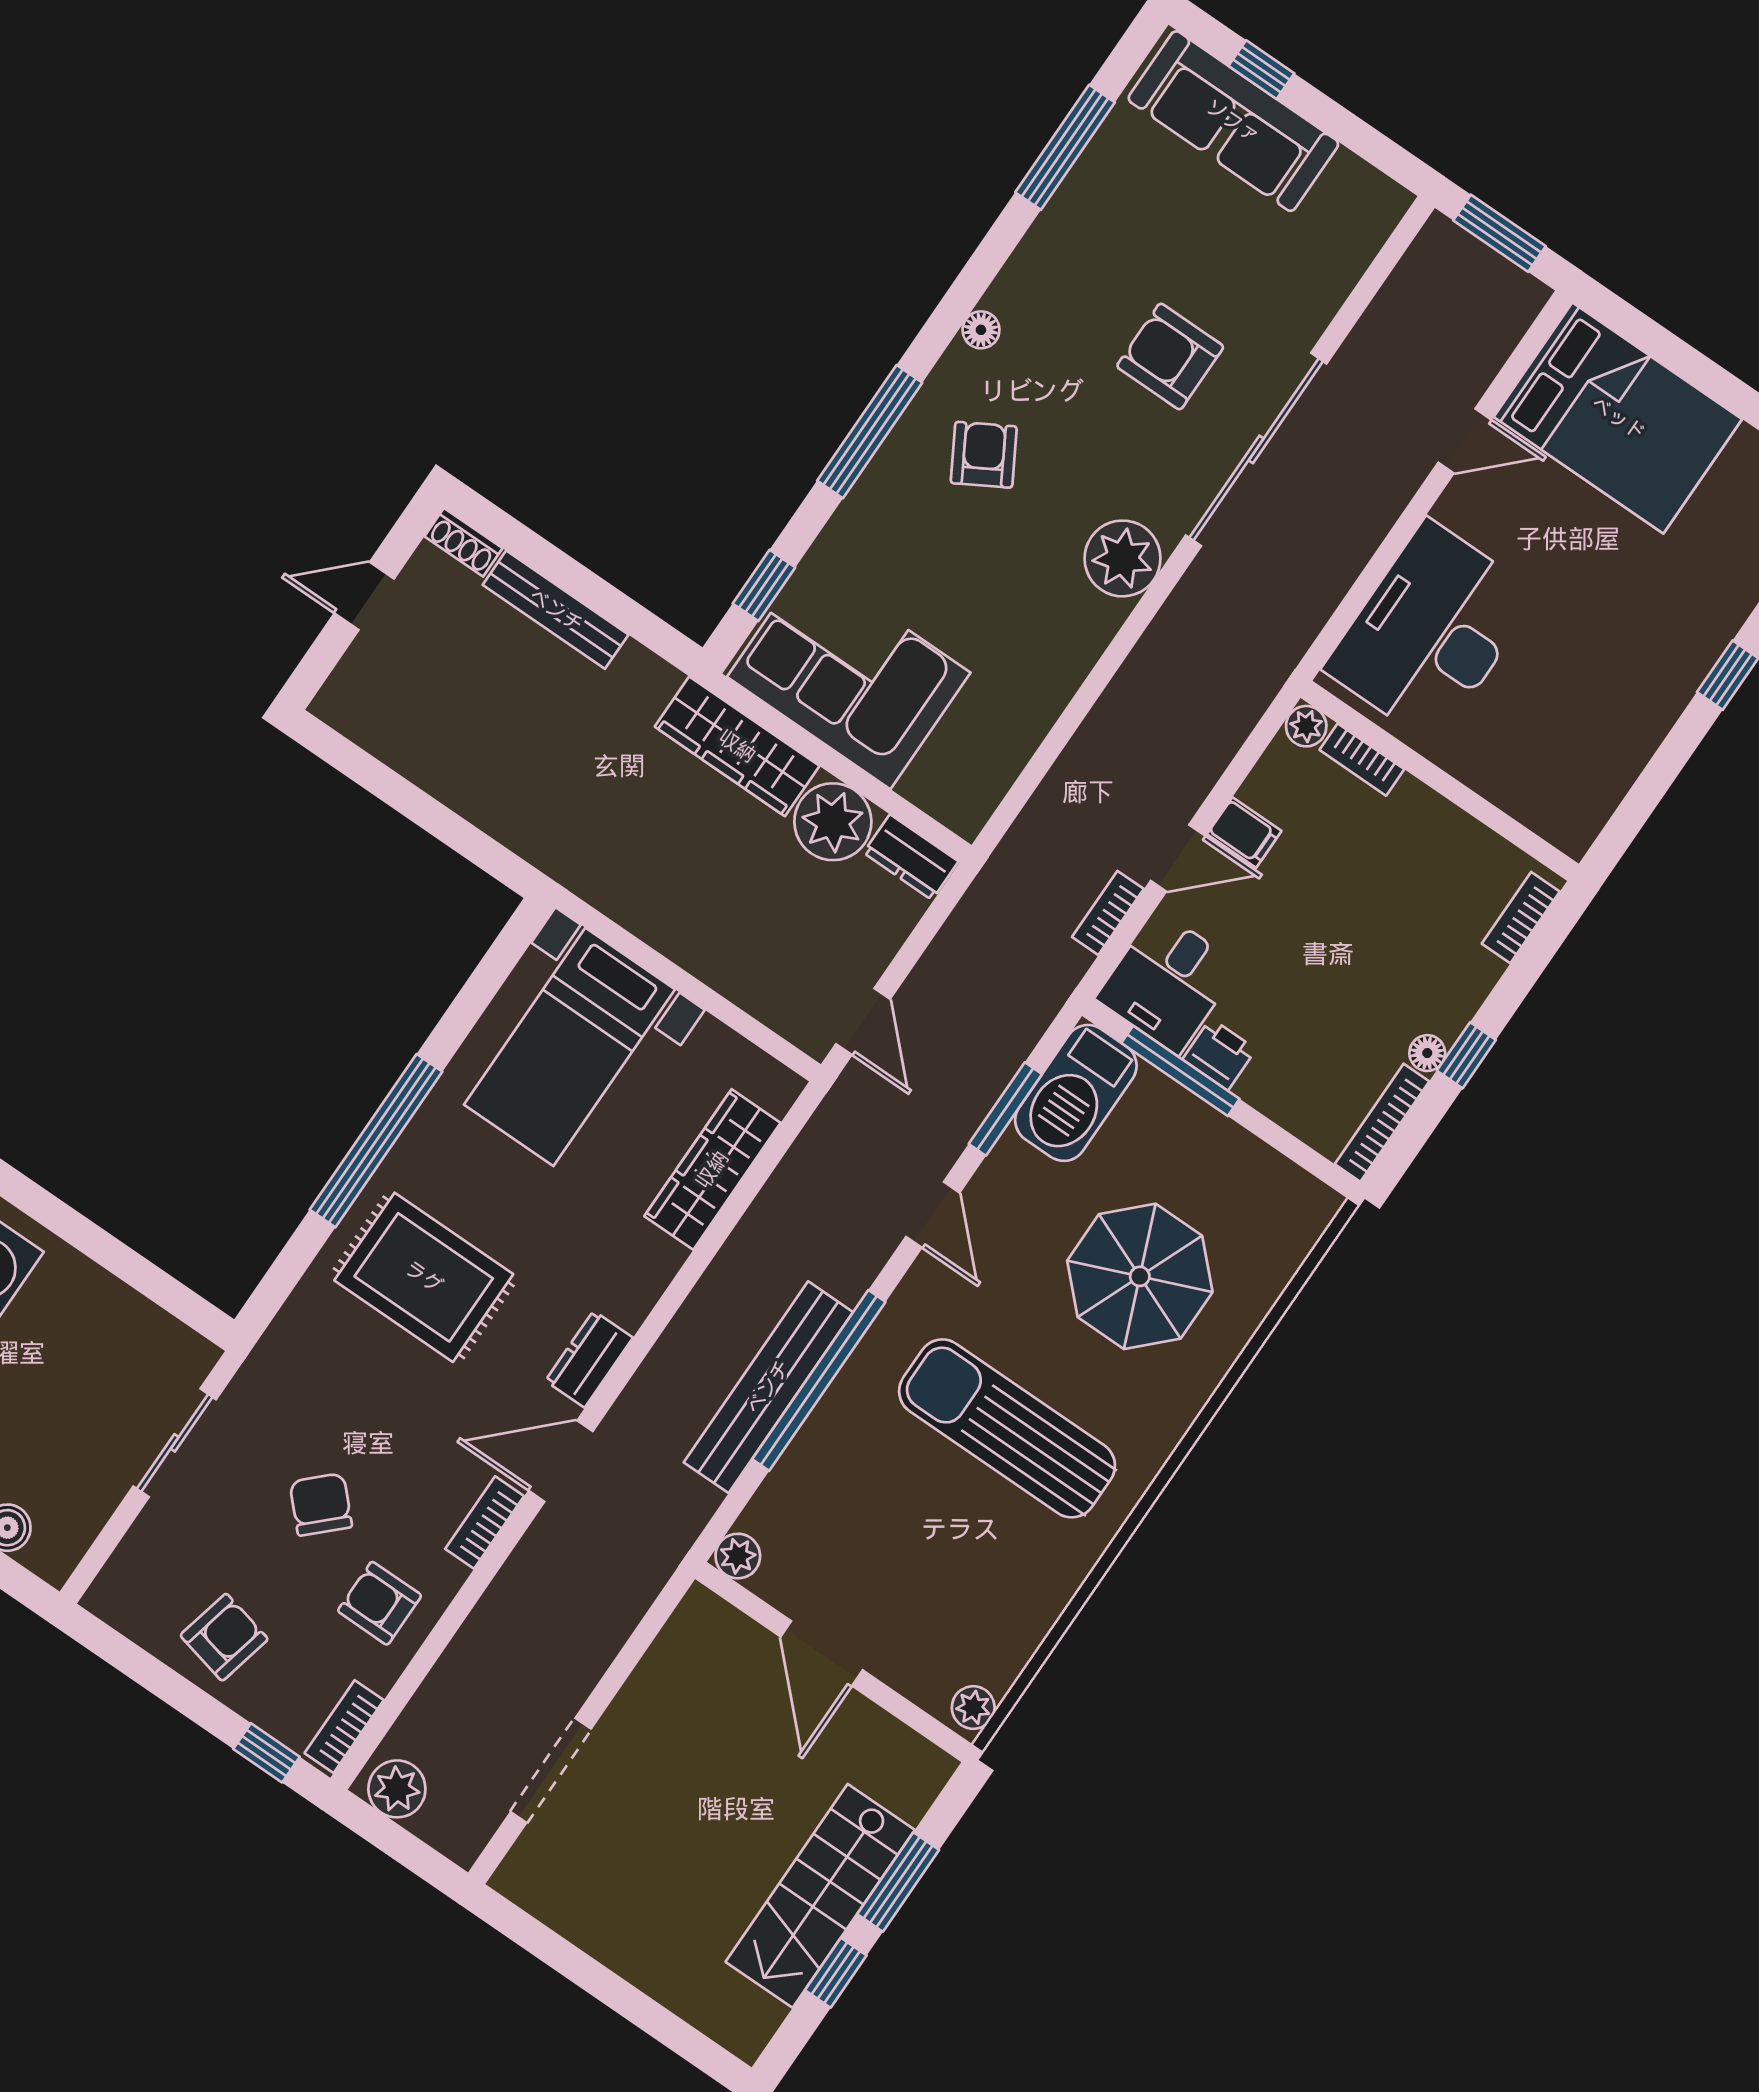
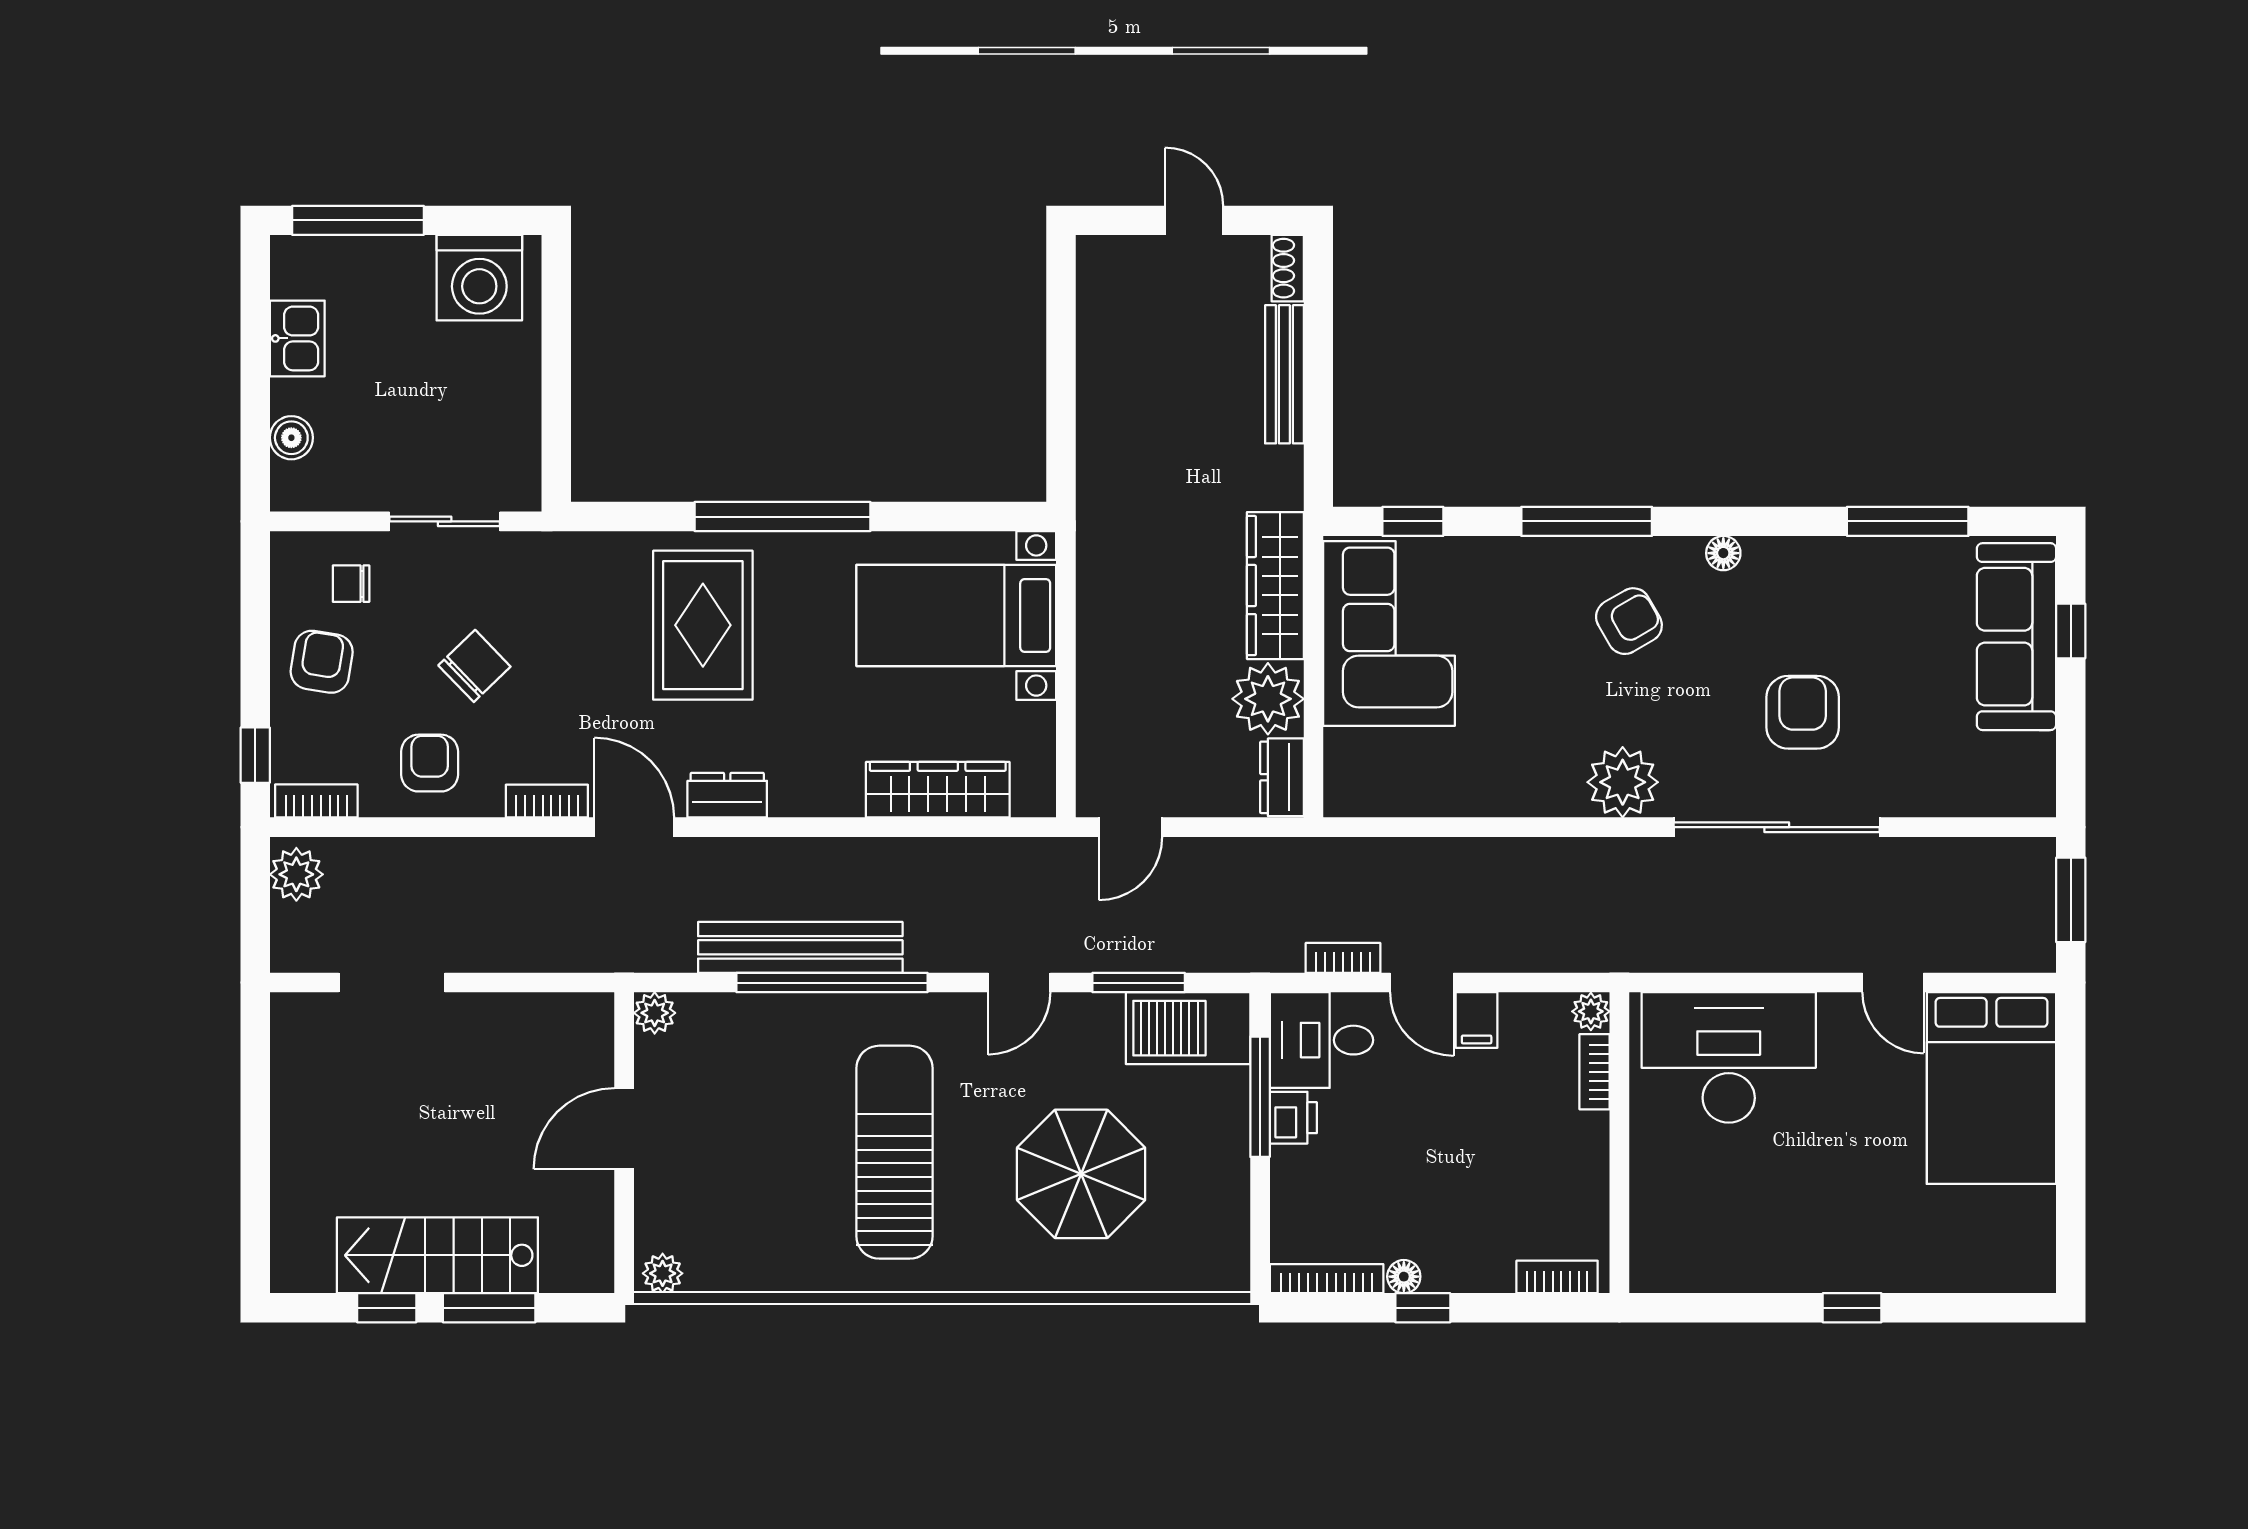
chair: (173, 1564) -> (351, 584), added
armchair: (224, 1637) -> (322, 662), turned -94

